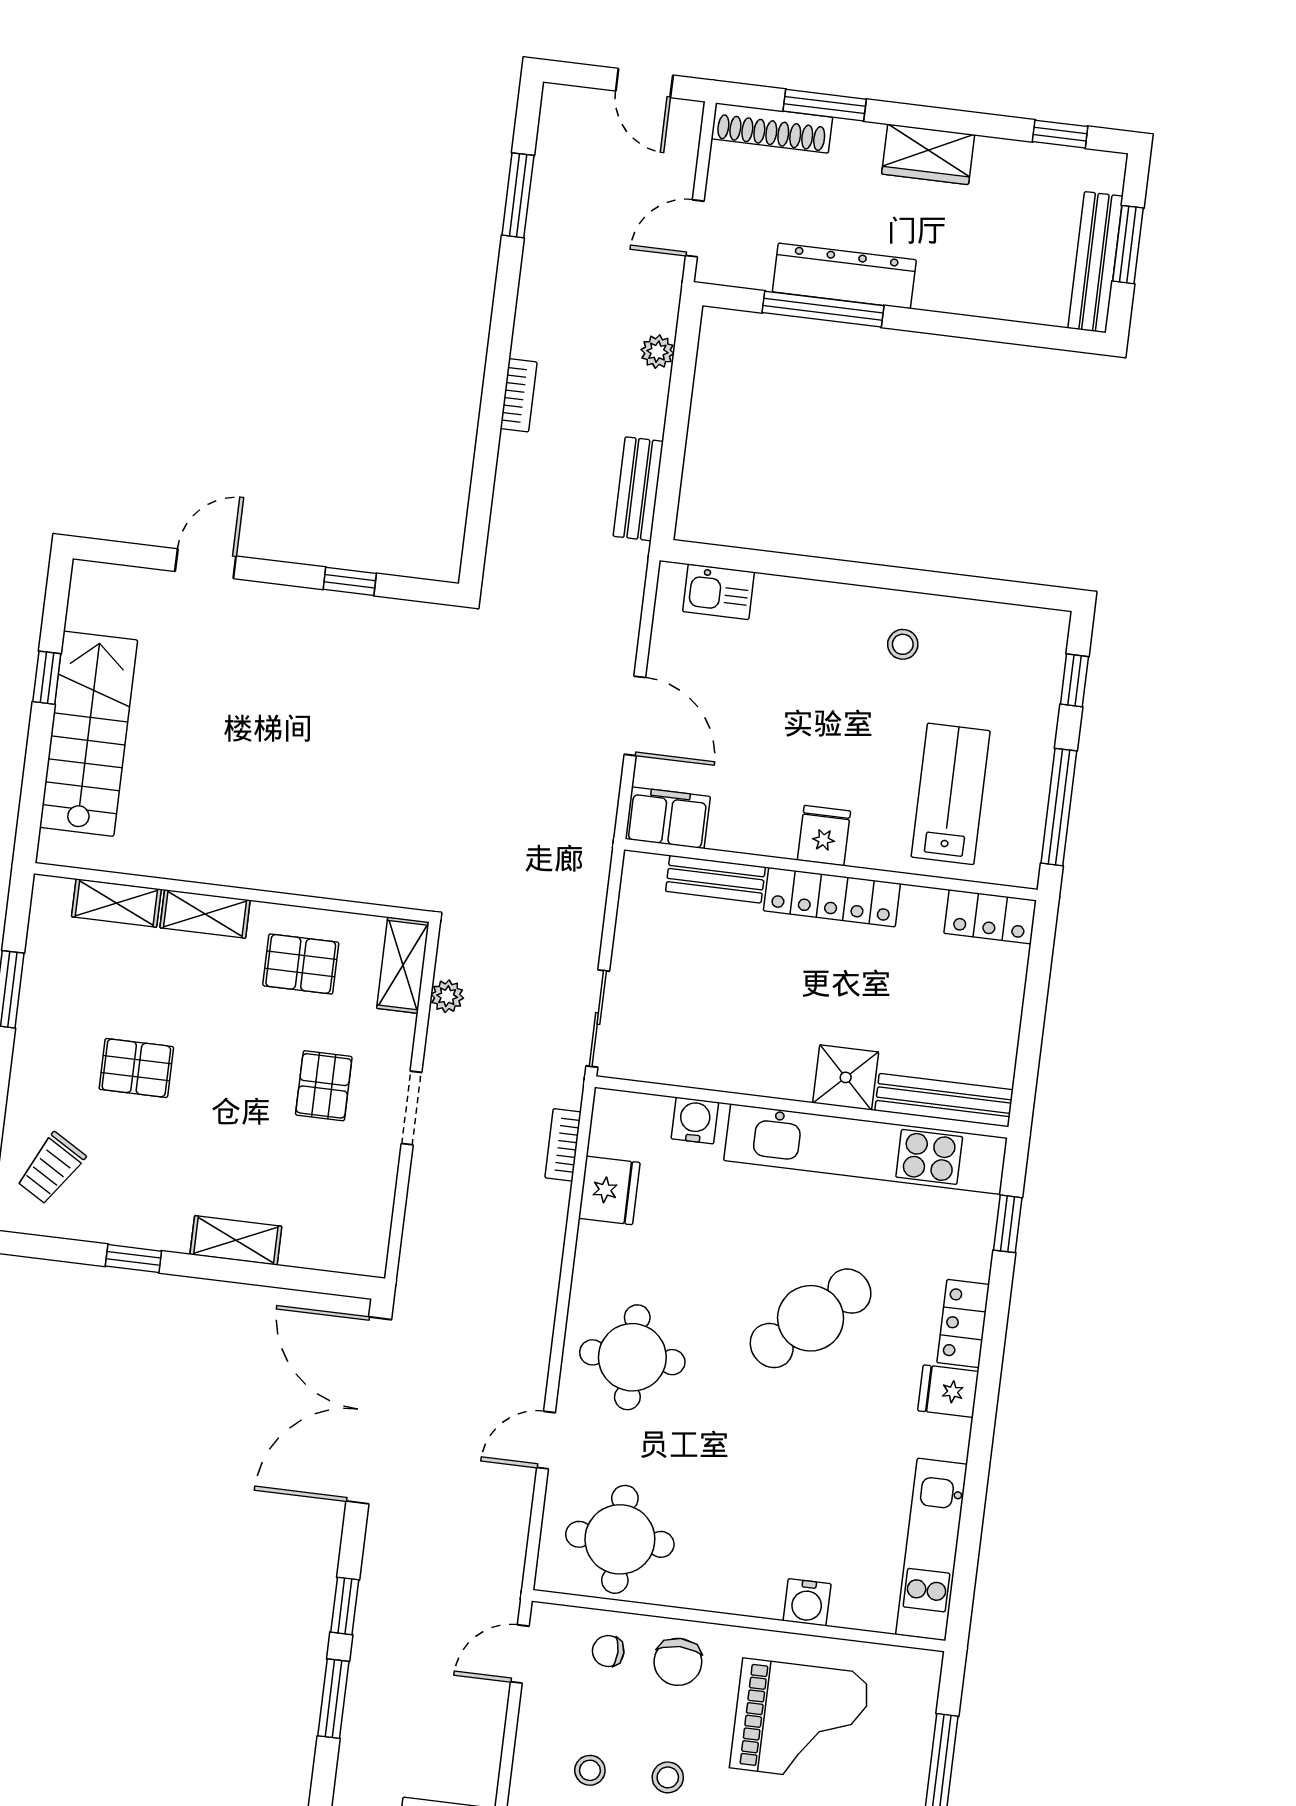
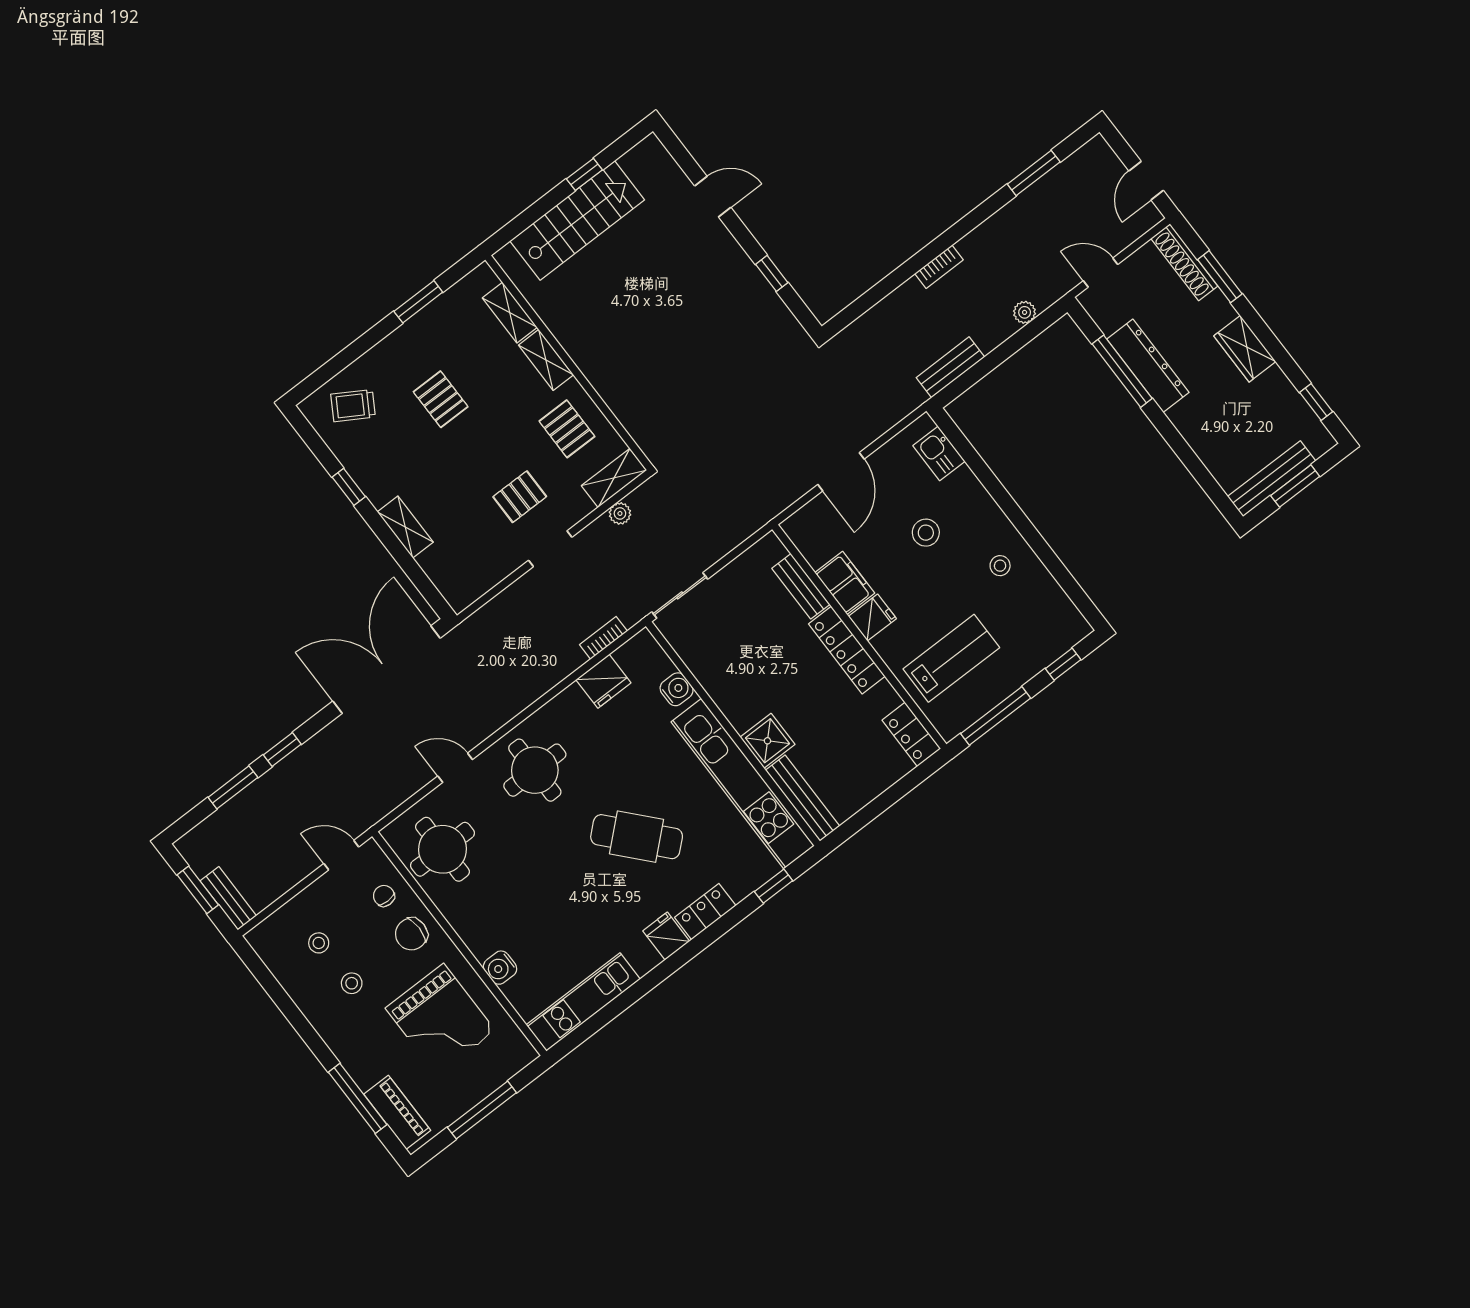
stool: (789, 689) -> (926, 533), added
filing cabinet: (668, 818) -> (845, 583), moved

